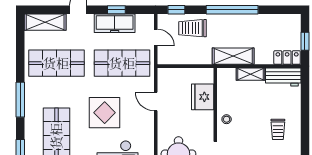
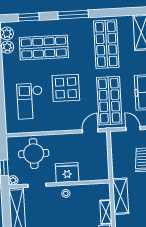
door: (156, 38) -> (133, 129), swing flipped
fridge: (203, 97) -> (67, 173), moved
door: (156, 101) -> (90, 131), moved

